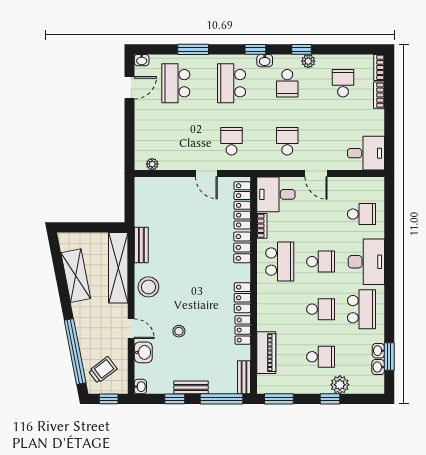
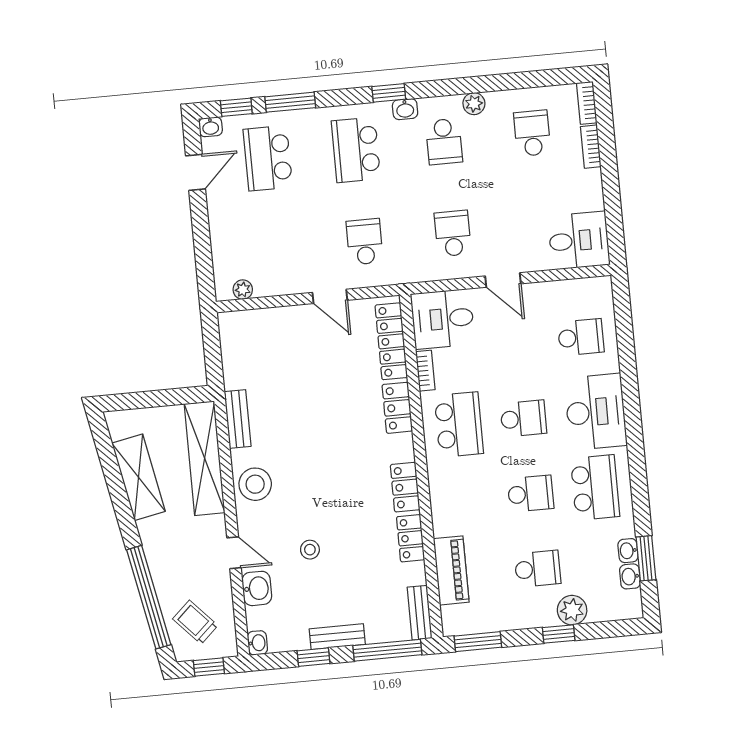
window: (302, 49) -> (236, 107), moved
trolley: (103, 370) -> (195, 622), turned -96

